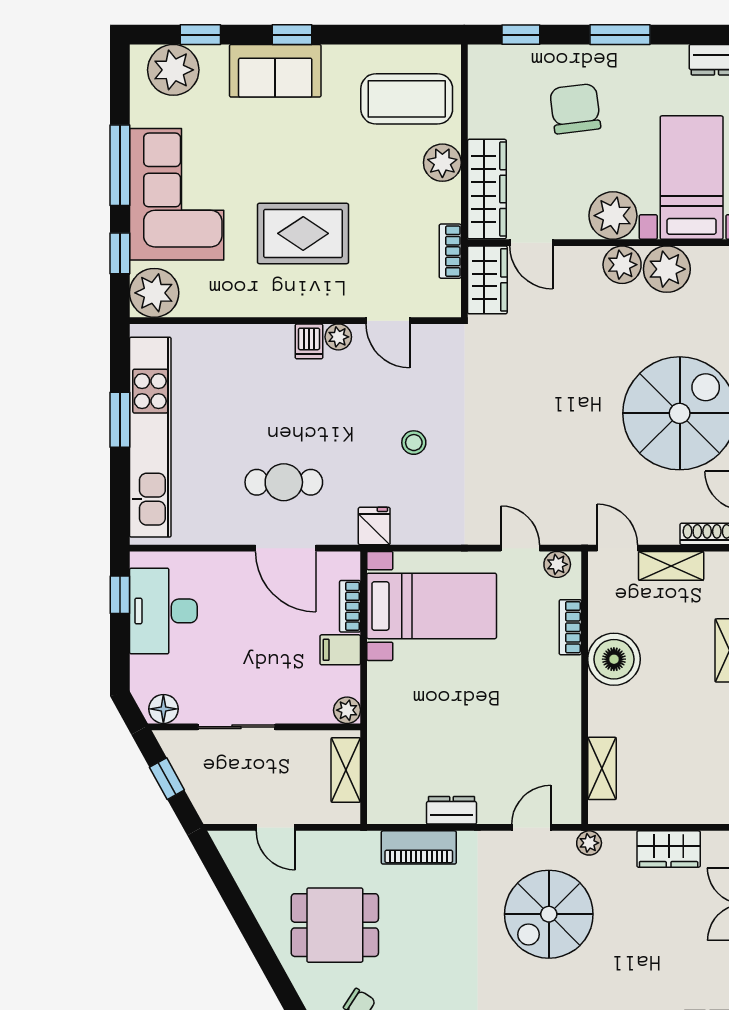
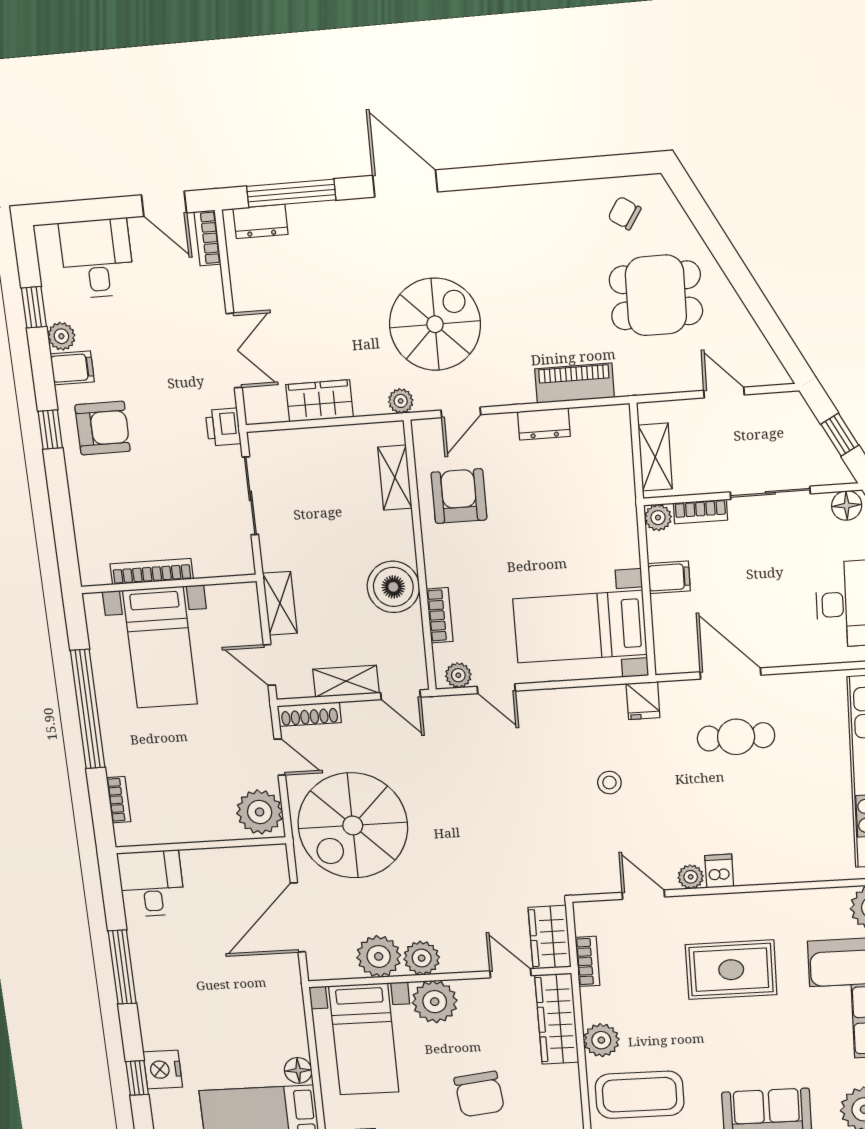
bookcase: (350, 606) -> (701, 512), moved, turned 90
armchair: (540, 746) -> (459, 496), added

